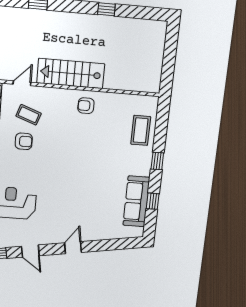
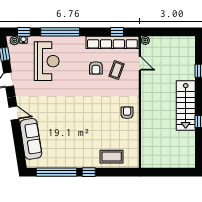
stairs: (71, 73) -> (186, 106), moved, turned 180
sofa: (136, 201) -> (31, 139), moved, turned 81
window: (153, 201) -> (56, 172), width x3.17

